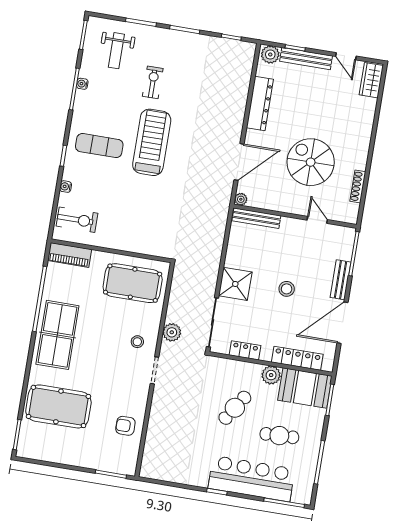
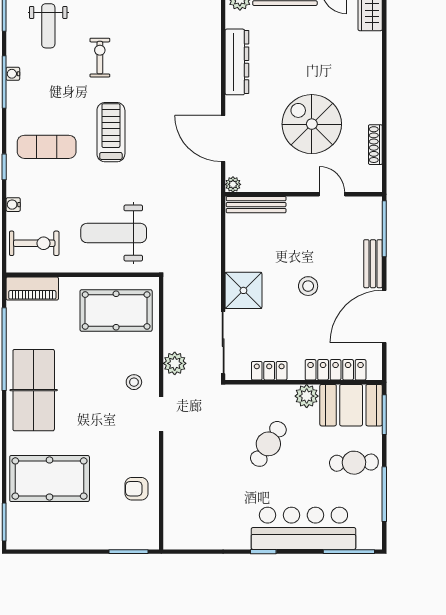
treadmill: (152, 142) -> (111, 132), width x0.73, depth x0.73
door: (239, 162) -> (223, 138), swing flipped
weight bench: (141, 222) -> (114, 233), added
cafe table: (279, 436) -> (354, 463), moved

